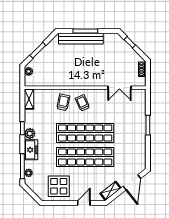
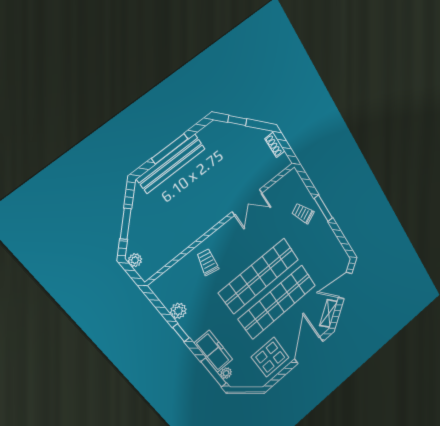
double door: (119, 88) -> (247, 202), moved
shelving: (29, 99) -> (162, 293), removed
trolley: (83, 103) -> (303, 213), moved
plant: (30, 134) -> (178, 311), moved
freezer: (31, 150) -> (213, 351), width x1.40
door: (132, 182) -> (345, 285), swing flipped
door: (84, 203) -> (309, 350), width x1.87

